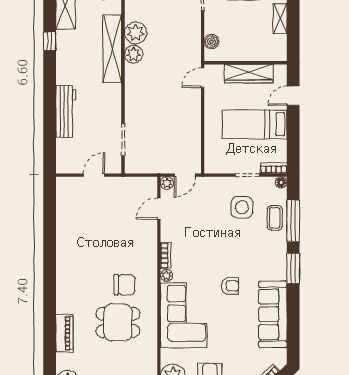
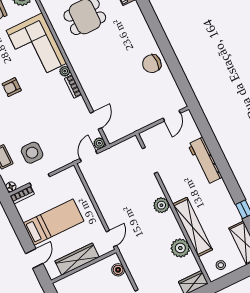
plant: (134, 54) -> (161, 205), moved
door: (94, 175) -> (172, 116), moved
chair: (124, 285) -> (152, 64), moved

